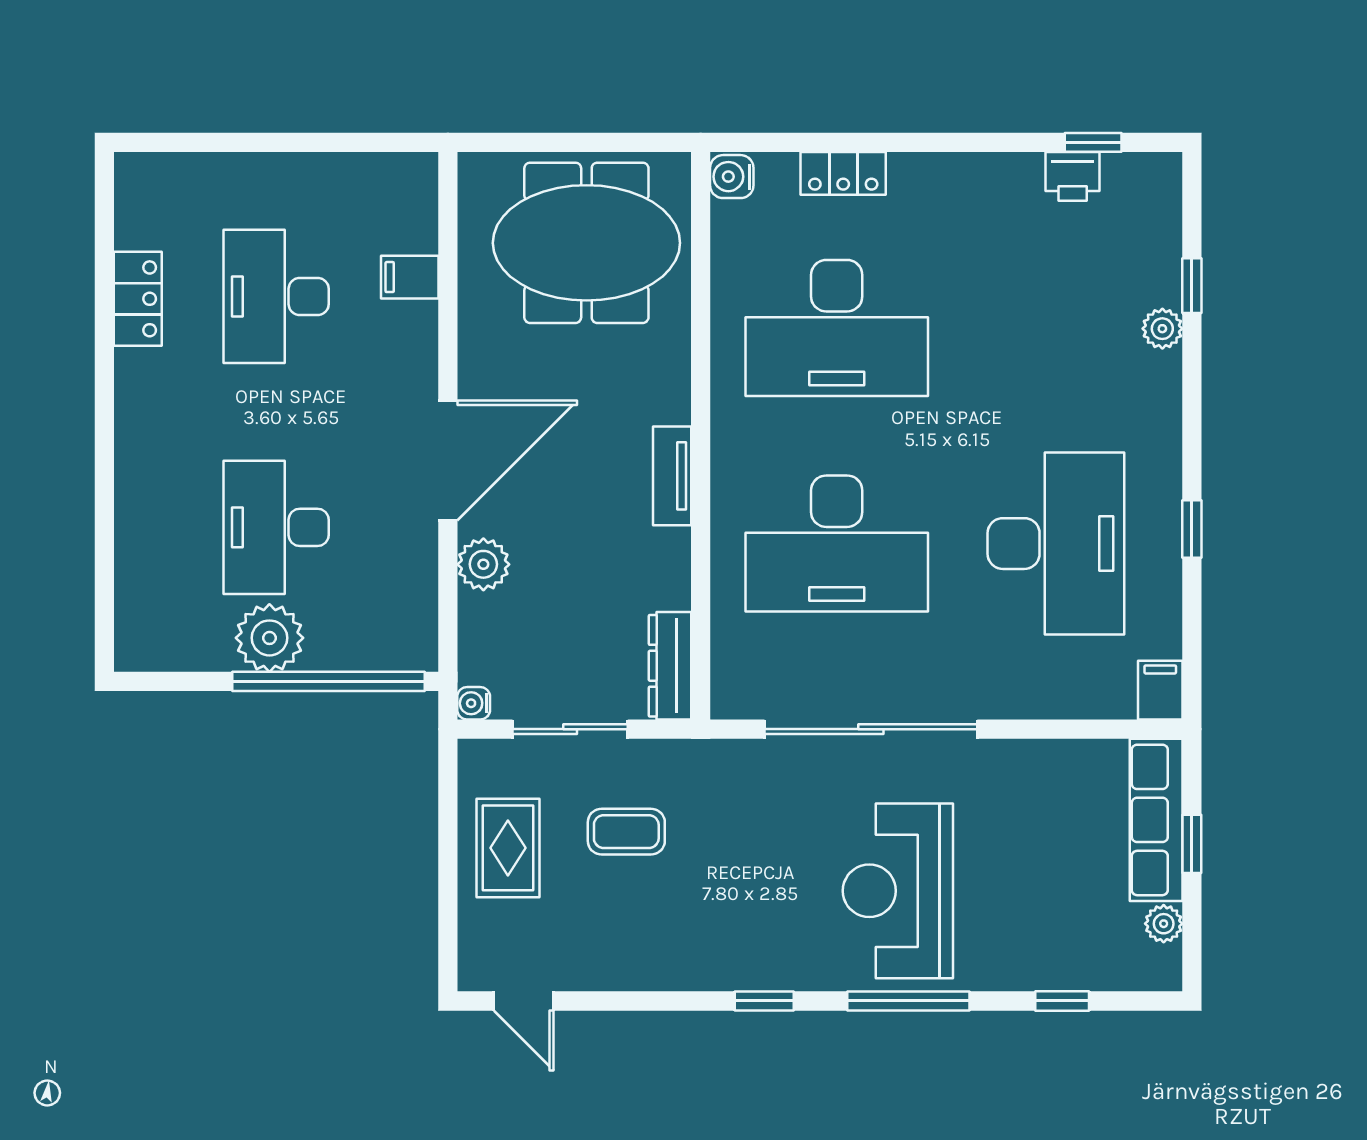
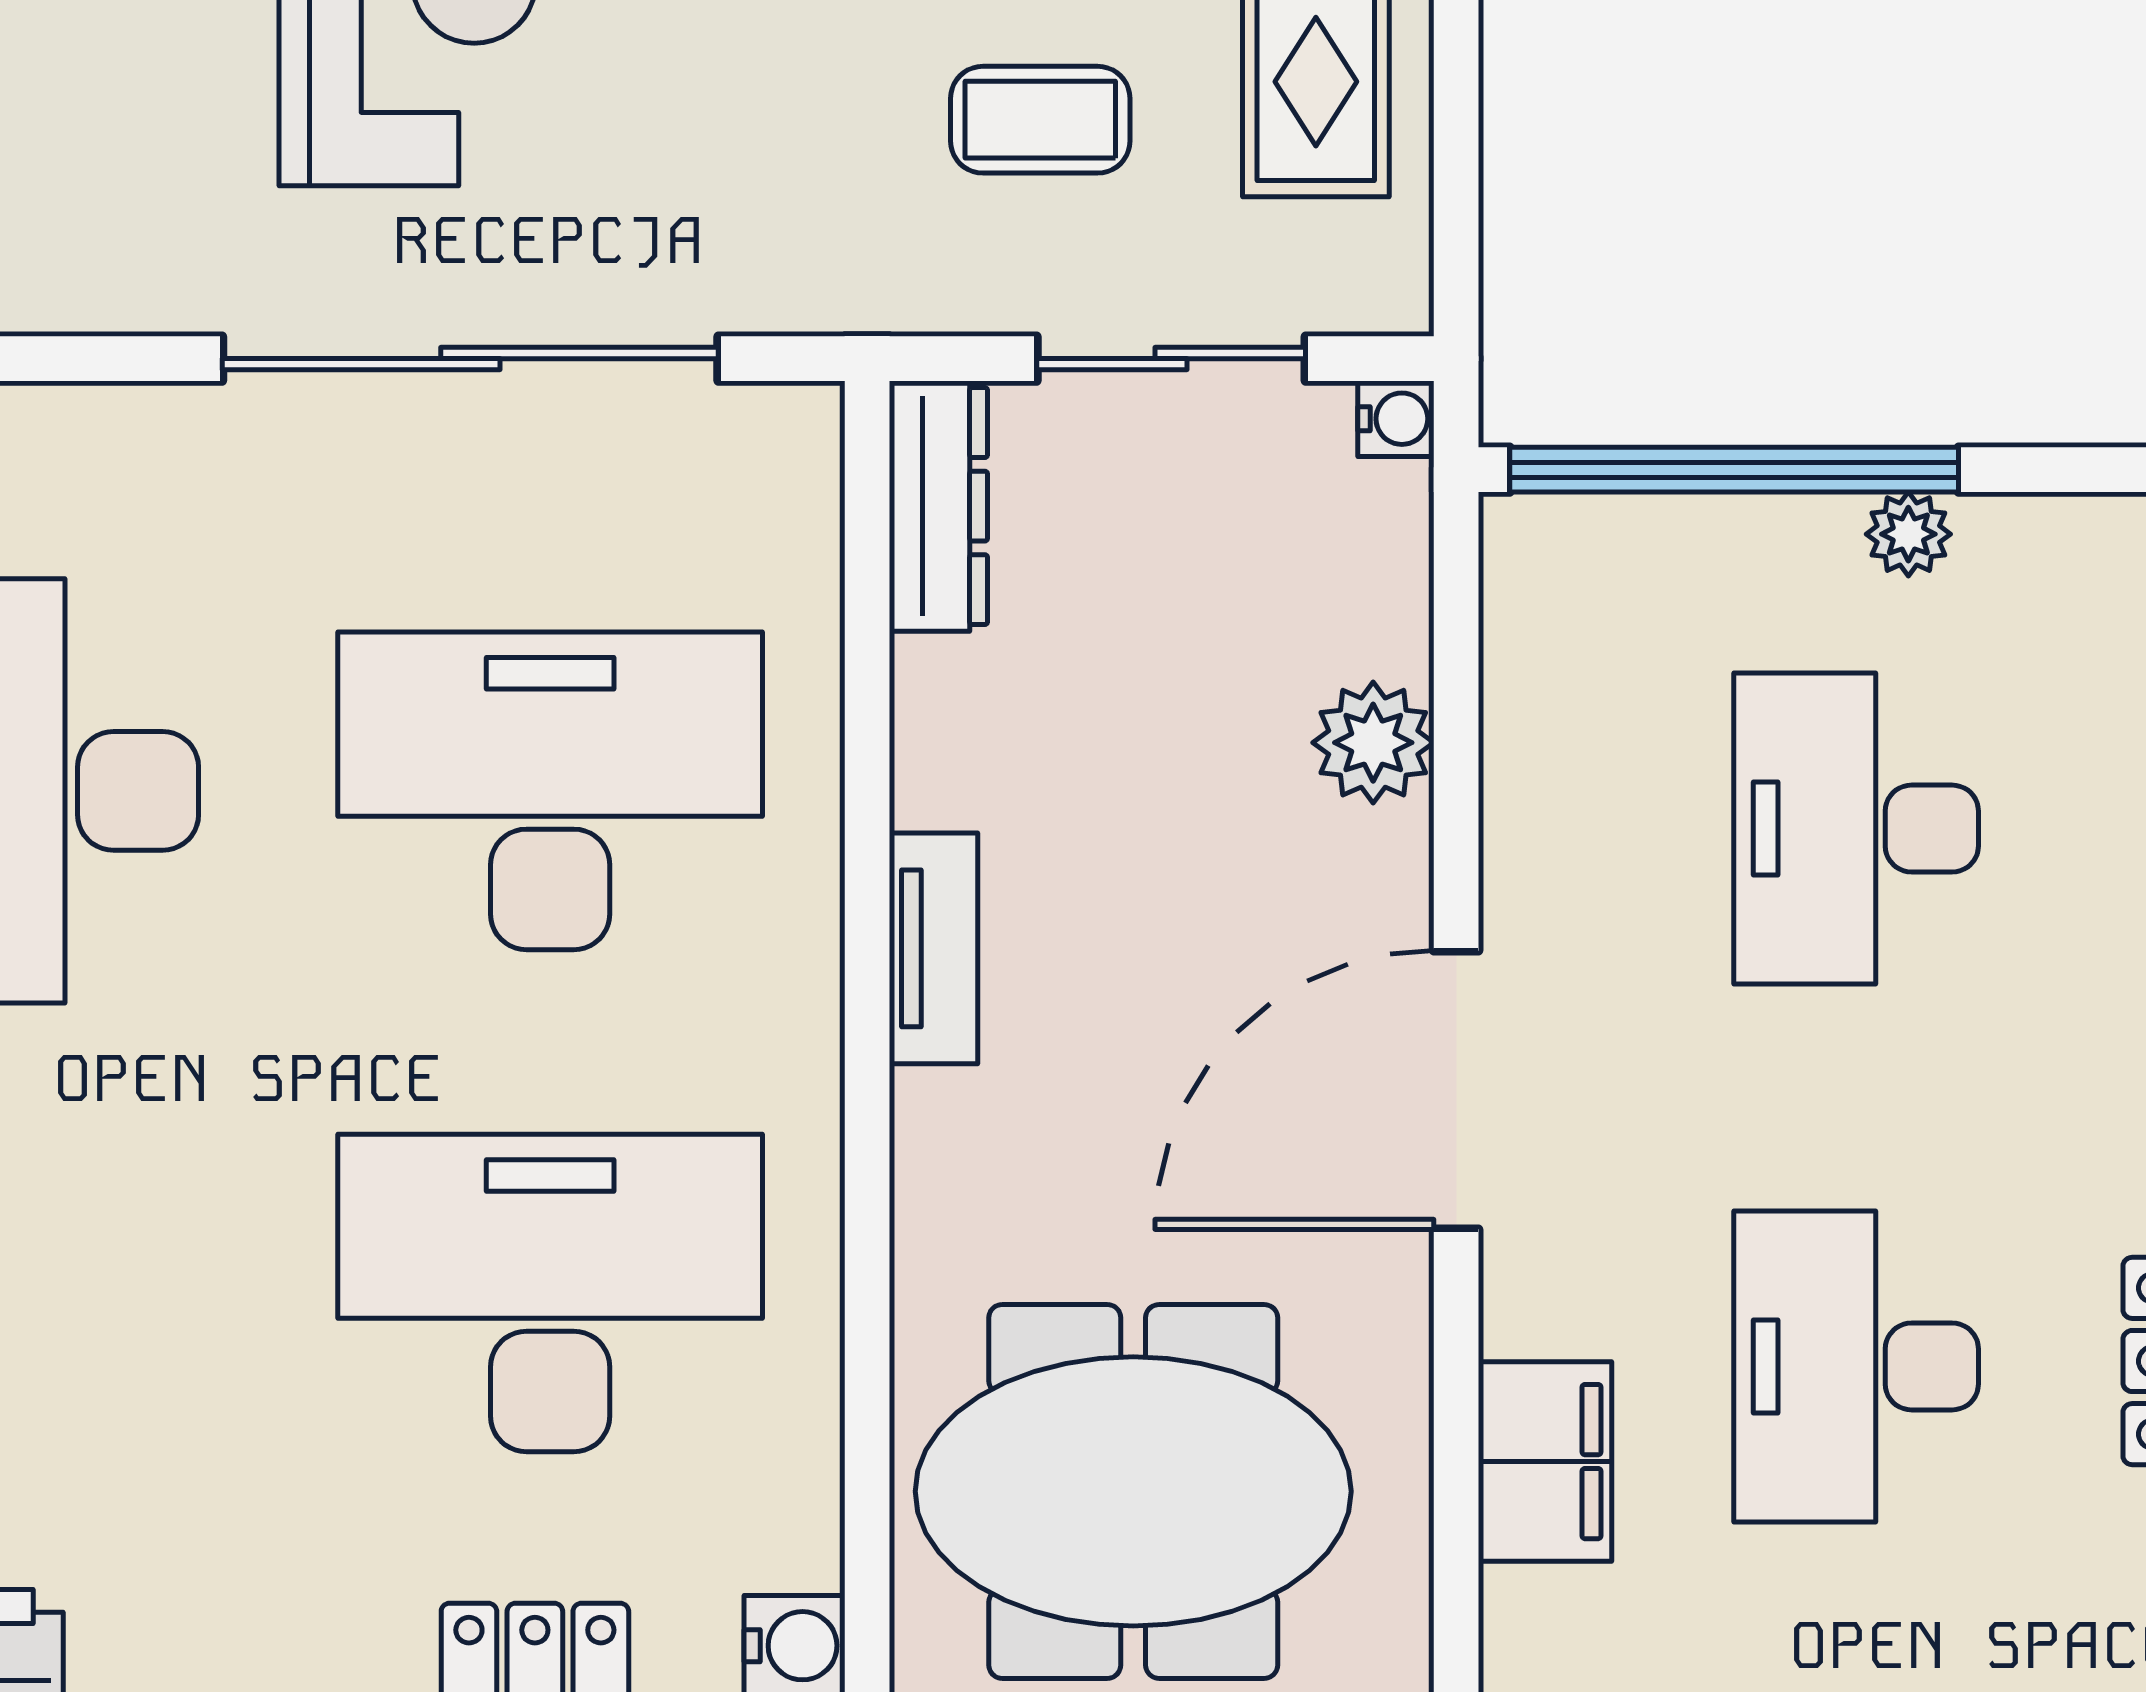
filing cabinet: (410, 277) -> (1545, 1462), width x2.00
desk: (276, 296) -> (1856, 1366), turned 180
door: (448, 460) -> (1456, 1090), moved
desk: (276, 527) -> (1856, 829), turned 180
plant: (269, 638) -> (1908, 534), width x0.53, depth x0.53

